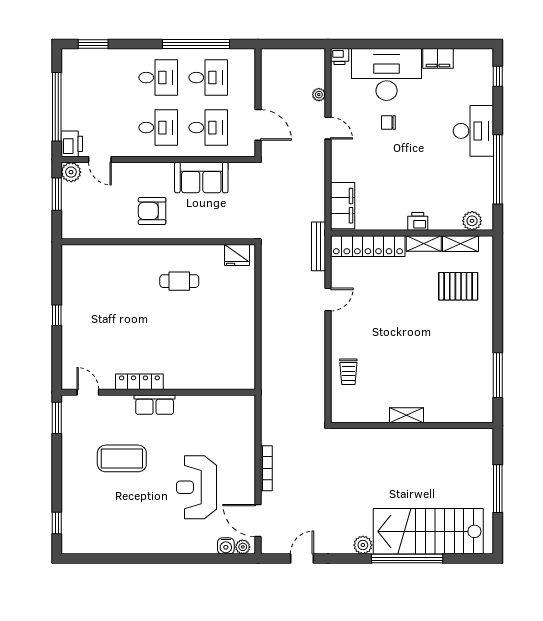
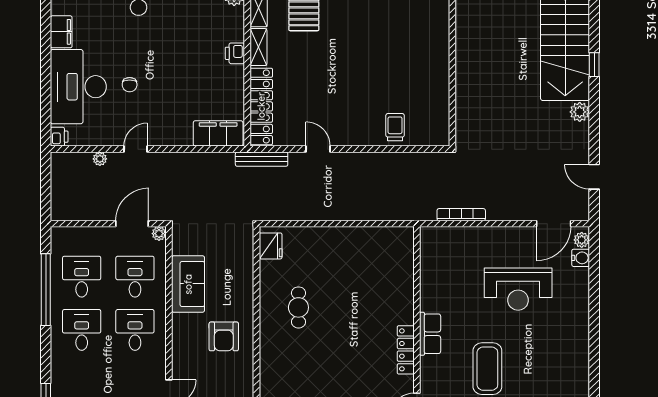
plant: (249, 150) -> (159, 234), added
trolley: (348, 372) -> (395, 127), turned -90
shelving: (406, 415) -> (441, 65), removed
bookcase: (266, 468) -> (461, 215), moved
window: (407, 559) -> (594, 65), width x0.32

